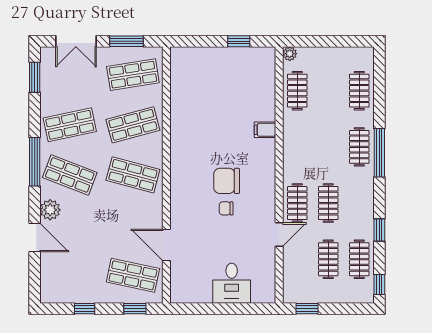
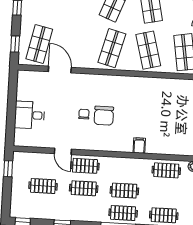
chair: (227, 181) -> (104, 116), turned 180
door: (166, 245) -> (60, 69), hinge flipped
clothes rail: (359, 259) -> (124, 191), moved

